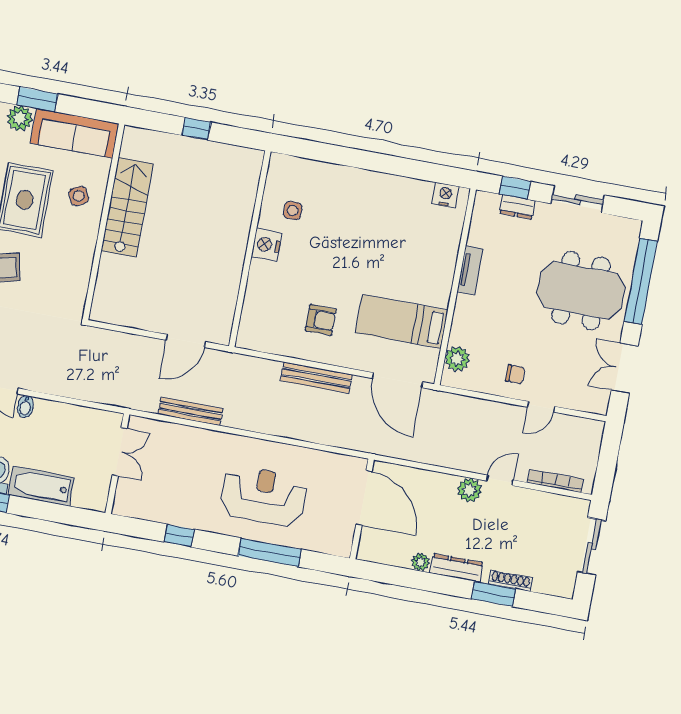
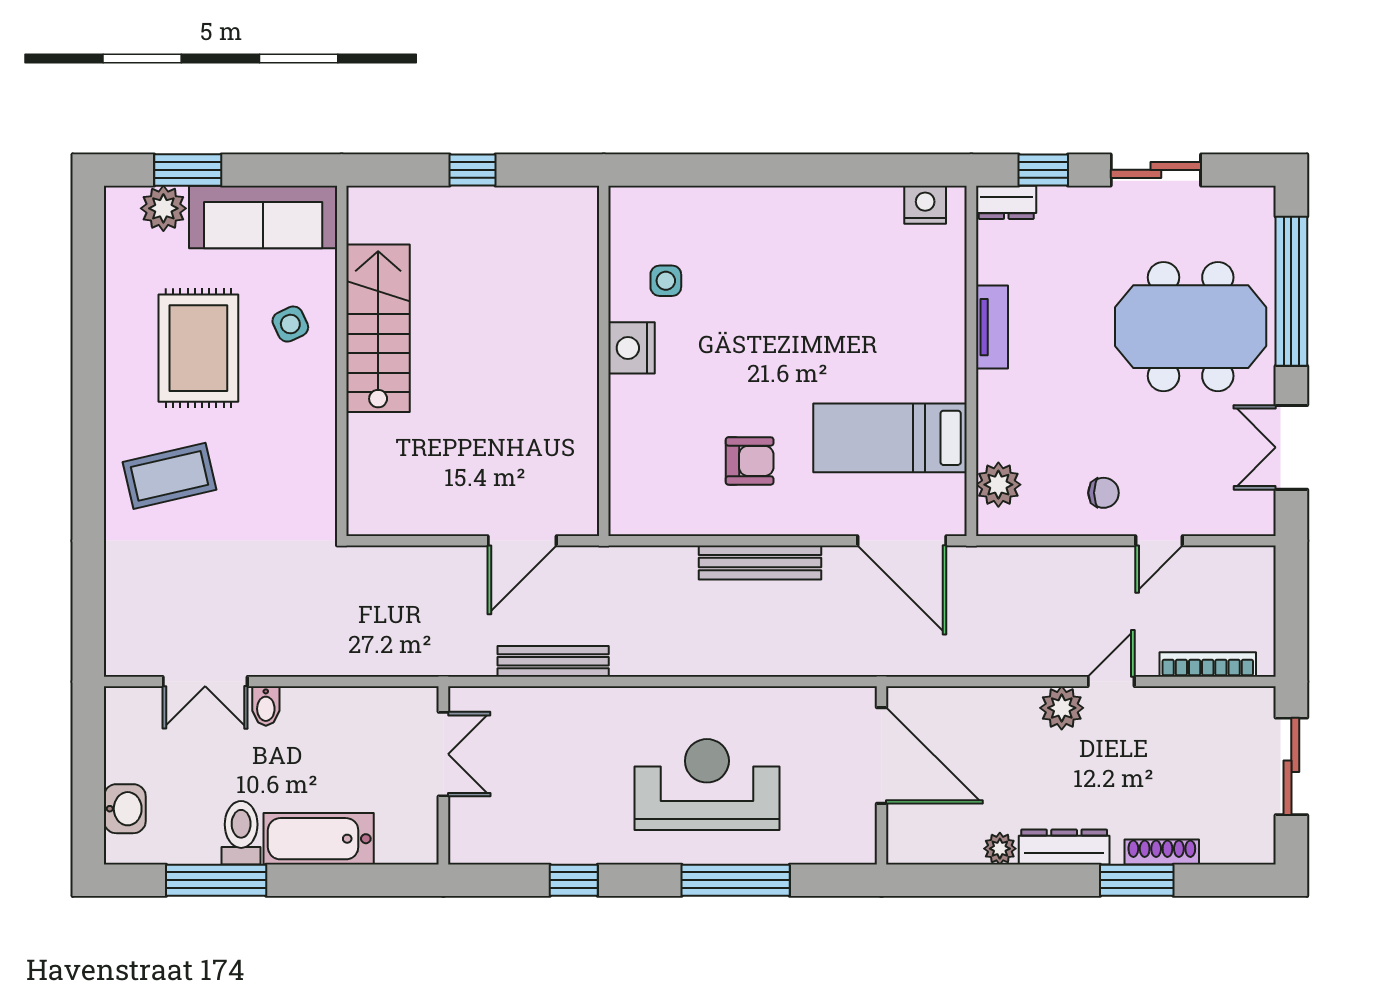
dresser: (517, 207) -> (1006, 202), moved

